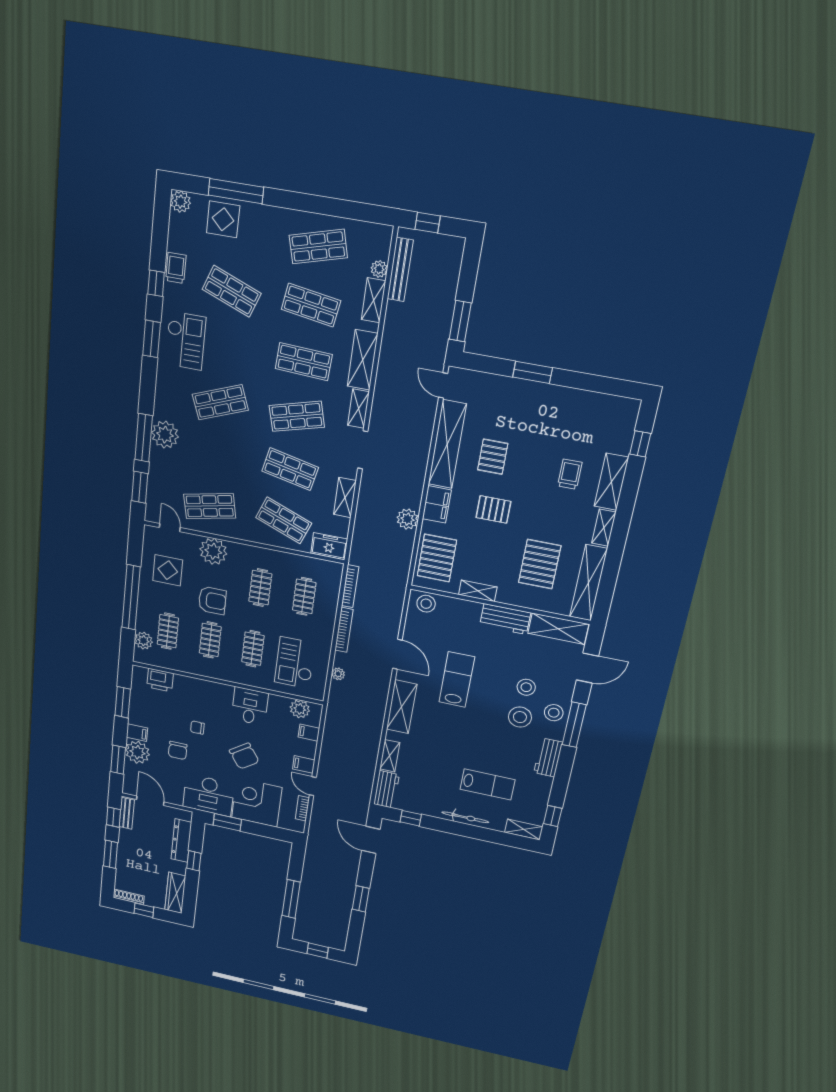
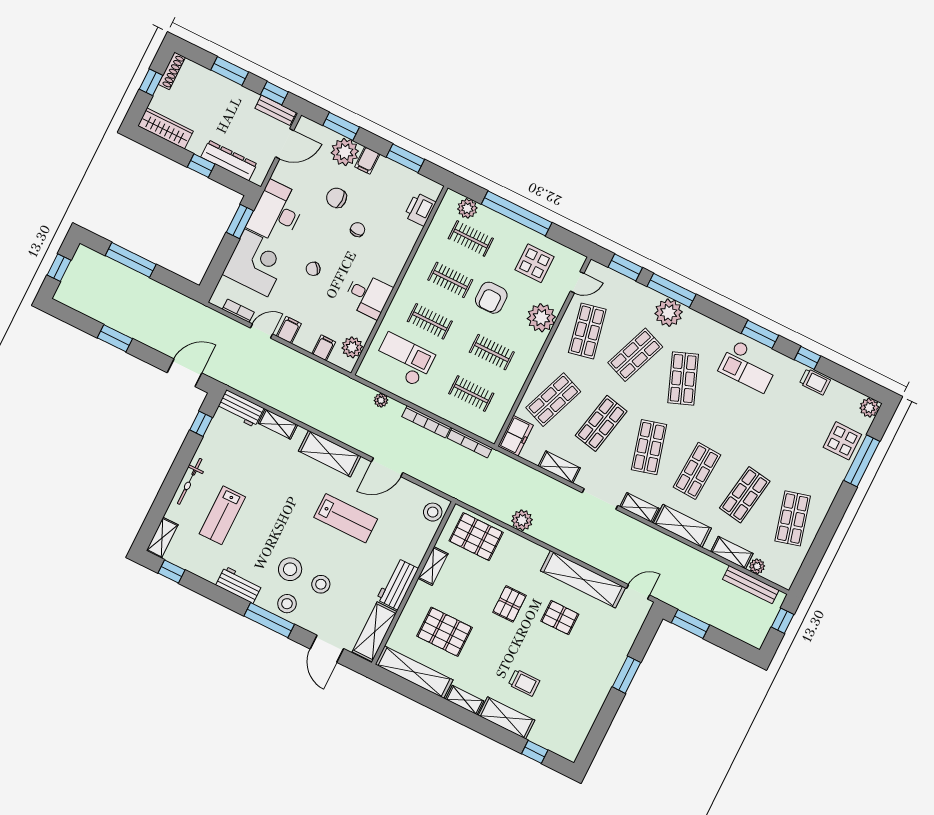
shop shelf: (232, 291) -> (635, 355), moved
filing cabinet: (437, 504) -> (529, 552), removed
chair: (244, 756) -> (313, 269), width x0.54, depth x0.54

